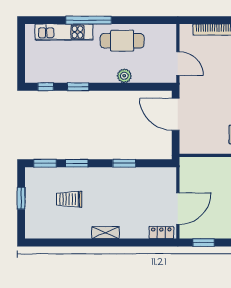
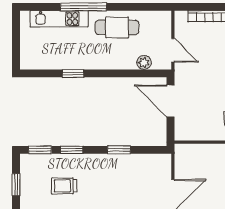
plant: (124, 76) -> (144, 63), moved
window: (46, 87) -> (41, 73), removed

